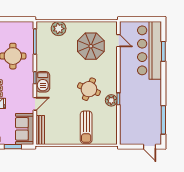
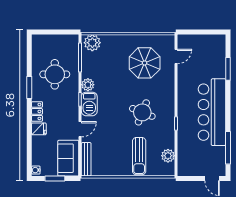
plant: (59, 29) -> (92, 43), moved
door: (118, 41) -> (176, 56), hinge flipped
bar counter: (149, 50) -> (212, 112), moved
plant: (42, 65) -> (88, 85), added
plant: (111, 100) -> (168, 156), moved

